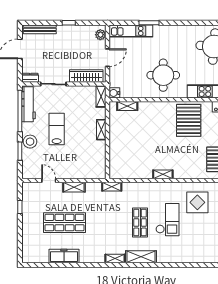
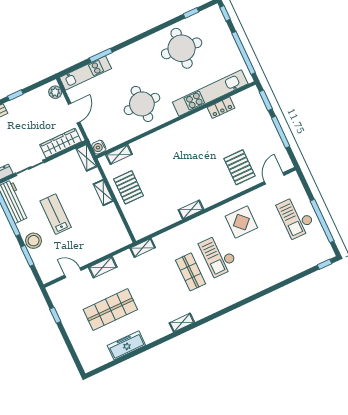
pallet: (189, 120) -> (129, 187), moved, width x0.73, depth x0.71
checkout: (167, 220) -> (218, 255), turned 180
shelving: (141, 257) -> (209, 308), removed

